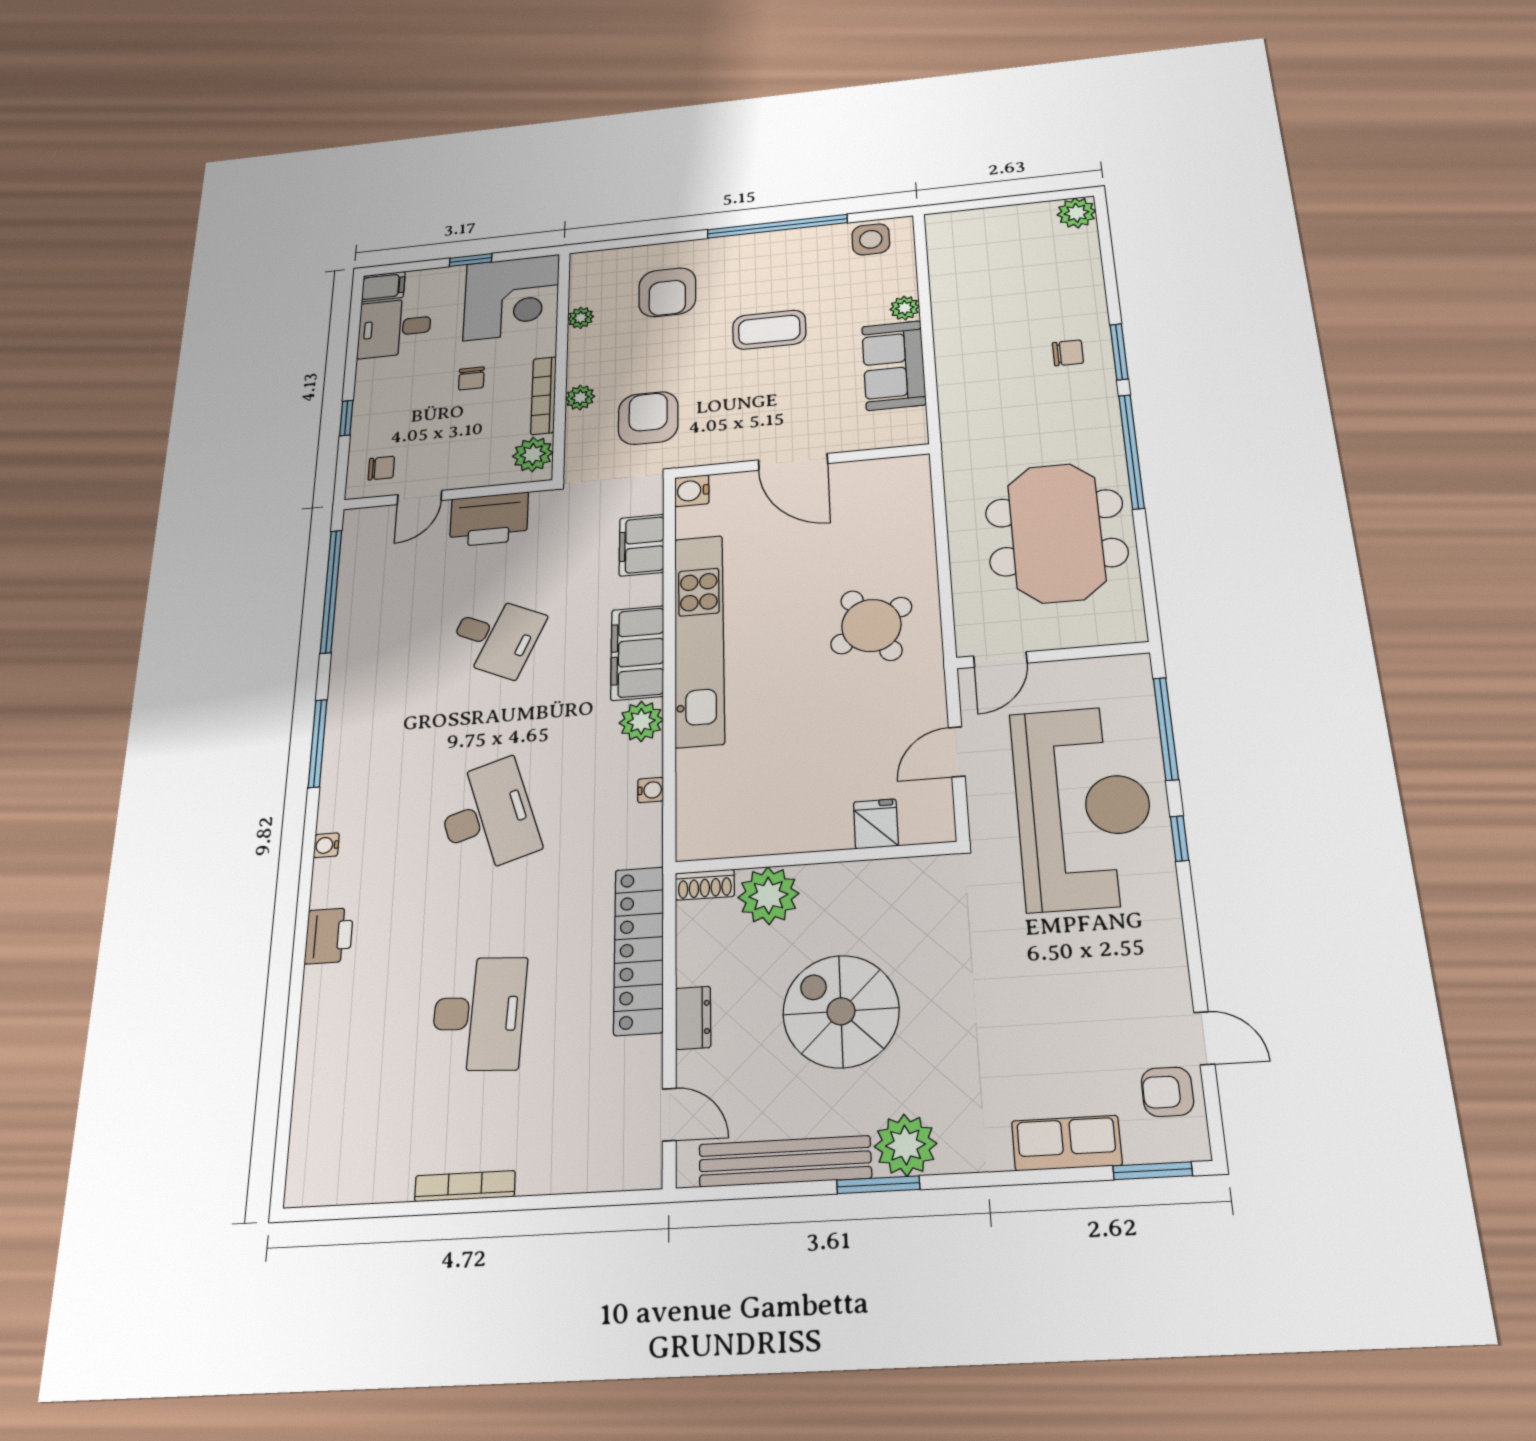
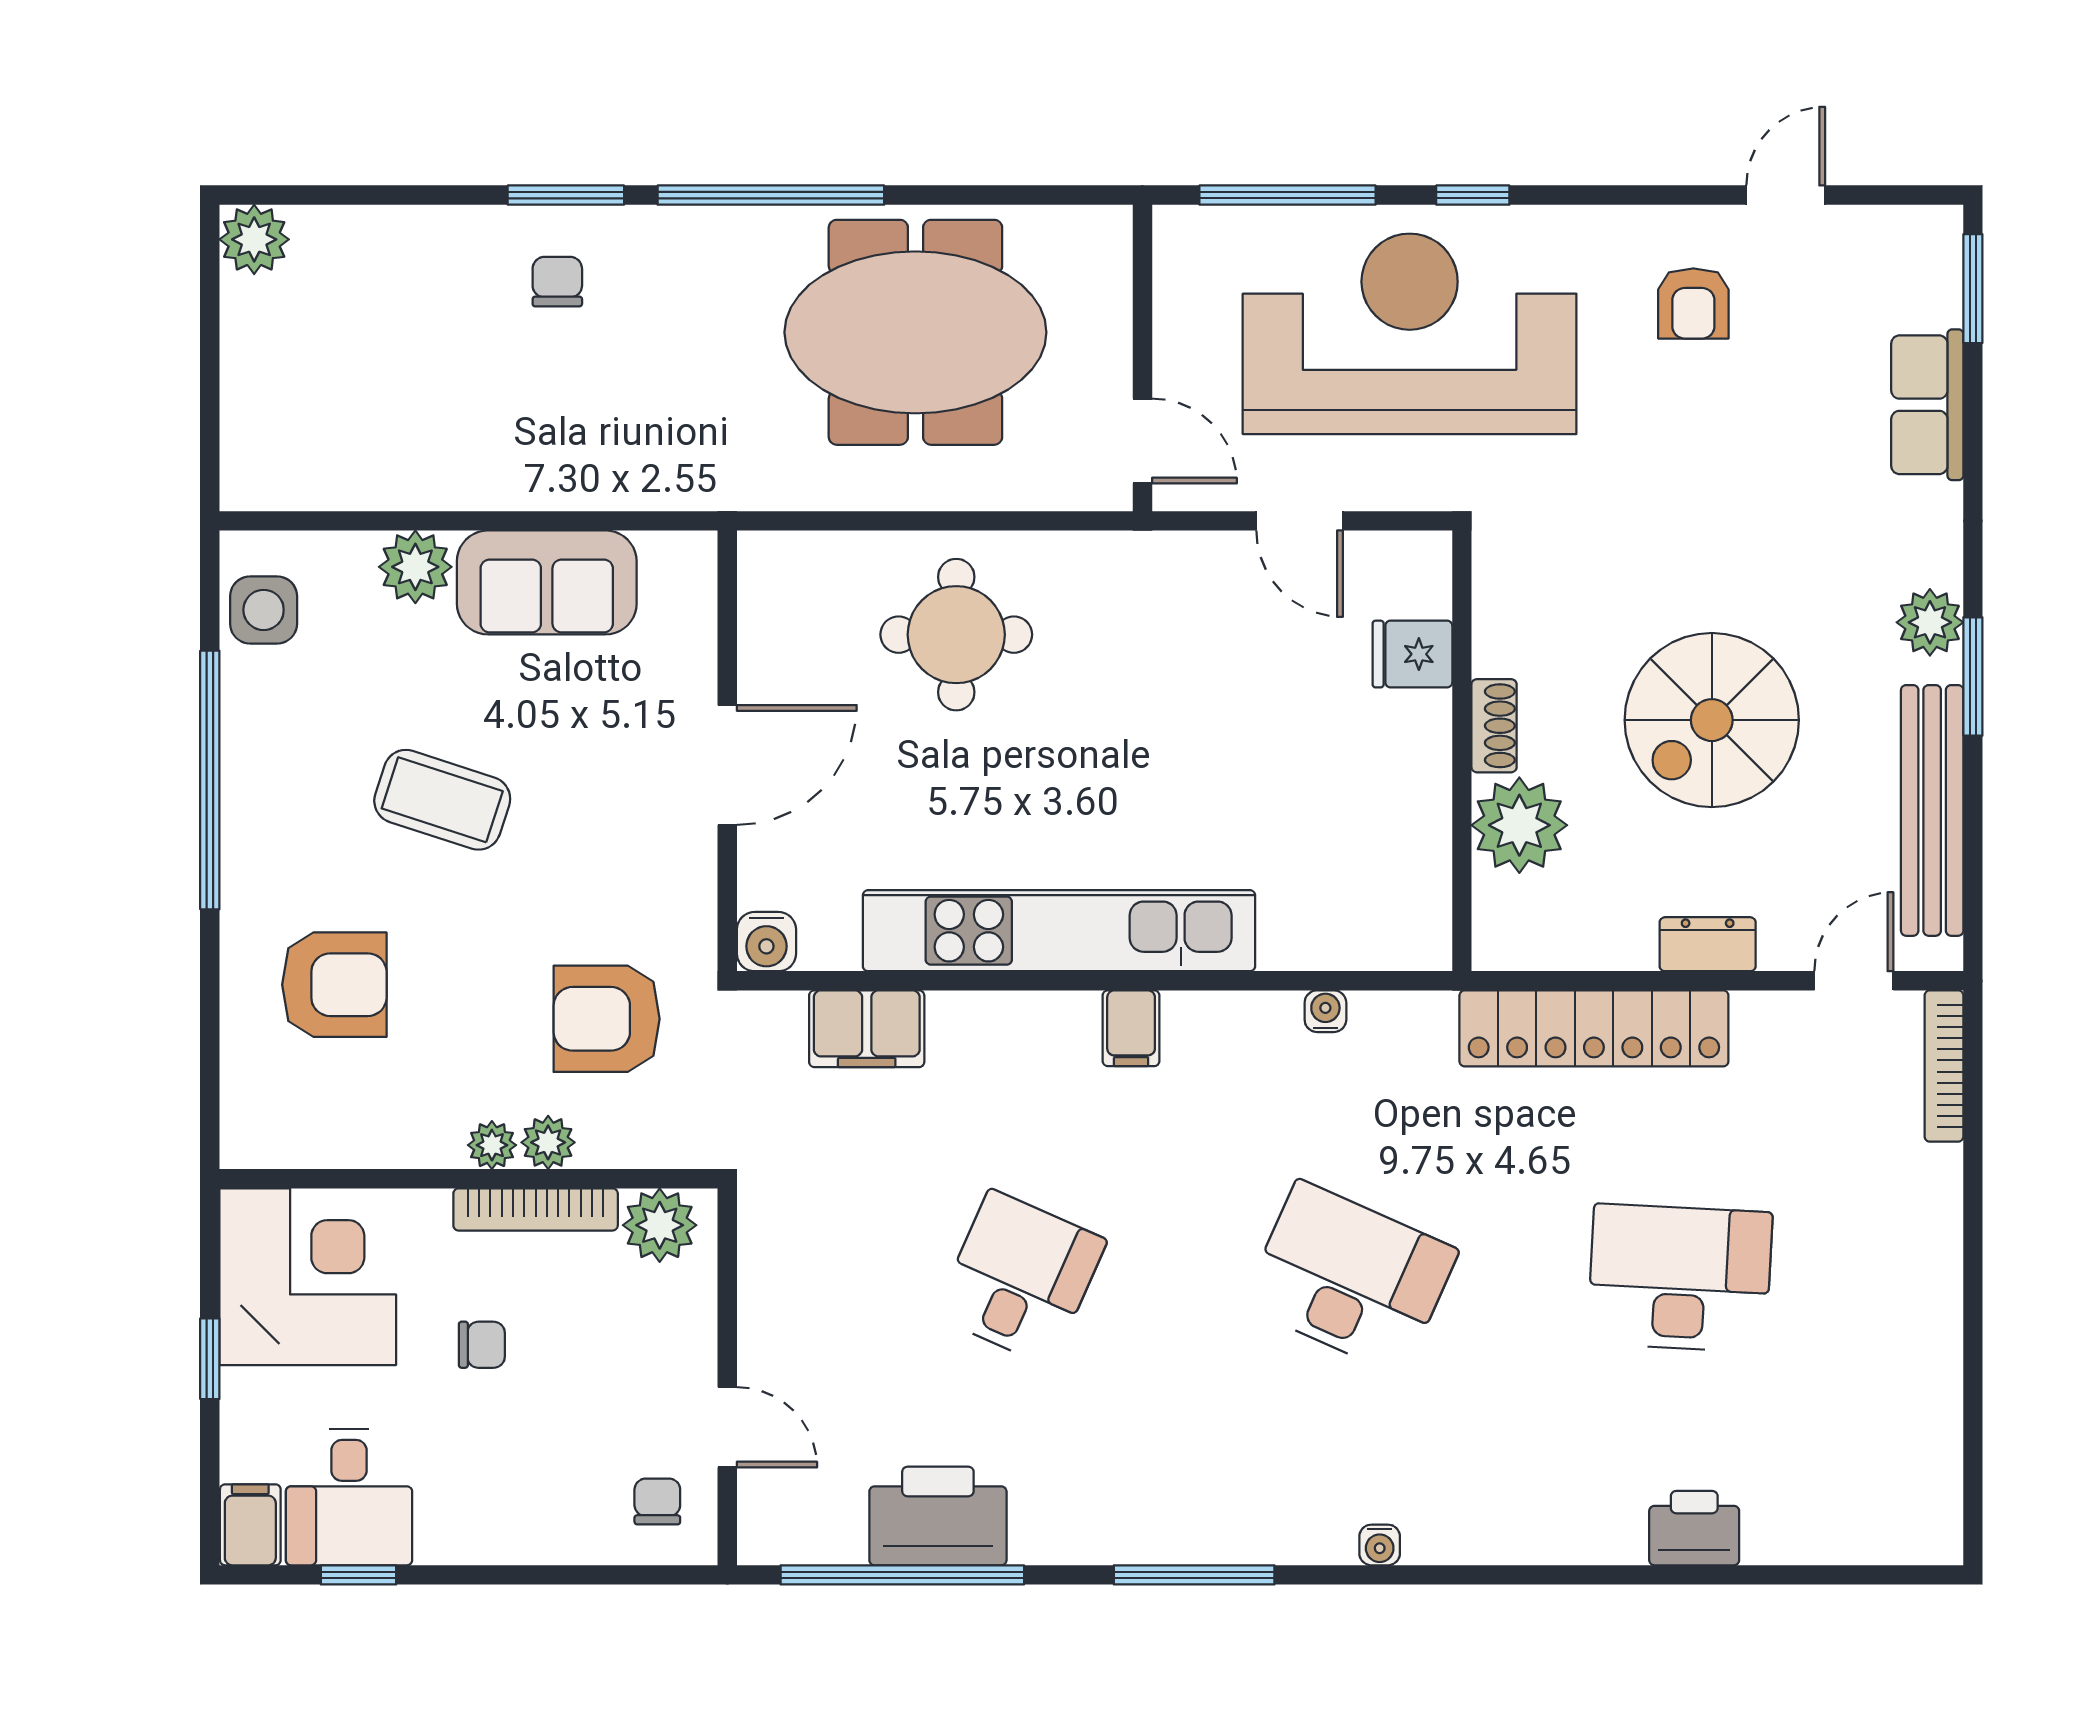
plant: (905, 308) -> (415, 567), width x1.38, depth x1.38
plant: (581, 318) -> (492, 1145), moved
coffee table: (769, 330) -> (442, 800), turned -72
window: (346, 418) -> (358, 1575), moved
printer: (489, 519) -> (938, 1516), moved, turned -90
round table: (871, 625) -> (956, 635), moved, turned 31
filing cabinet: (637, 653) -> (1131, 1028), width x0.33, depth x0.86
plant: (641, 721) -> (1202, 1027), removed
desk: (488, 816) -> (1350, 1278), turned 42
shoe rack: (705, 885) -> (1494, 726), moved
printer: (329, 936) -> (1694, 1528), moved
armchair: (1167, 1092) -> (1693, 303), moved
plant: (906, 1145) -> (1930, 622), width x0.73, depth x0.73
bookcase: (465, 1186) -> (1944, 1066), moved

